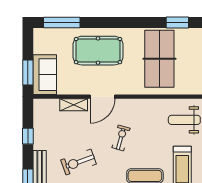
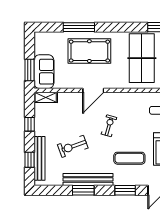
window: (62, 22) -> (79, 27), moved
shelving: (74, 105) -> (46, 97), moved

